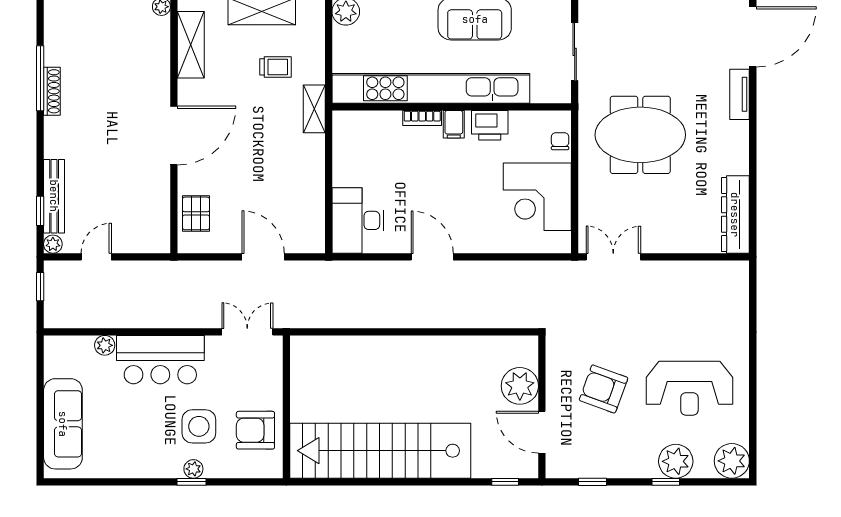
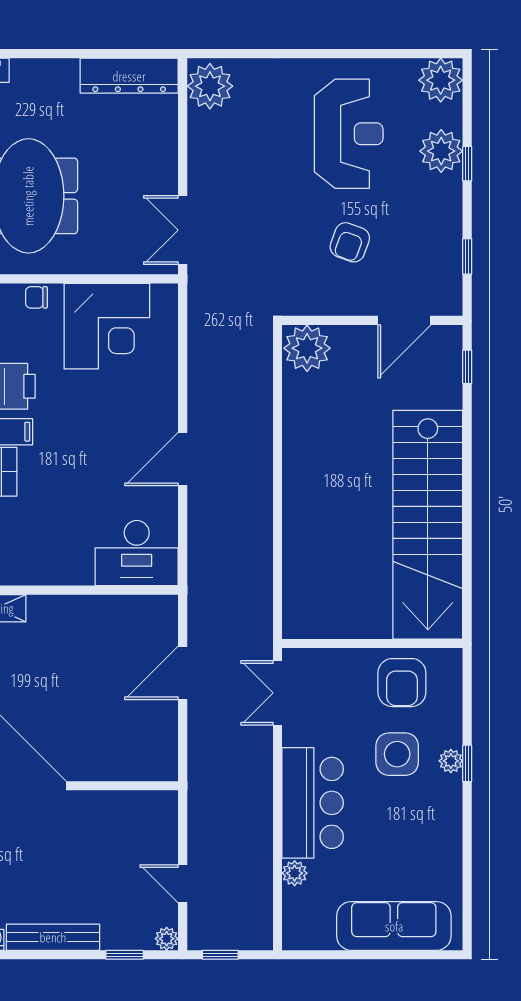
bench: (54, 196) -> (53, 937), moved
pallet: (196, 213) -> (128, 758), removed
plant: (727, 278) -> (210, 86), added
plant: (520, 386) -> (307, 348), moved
armchair: (604, 389) -> (350, 242), width x0.72, depth x0.72

